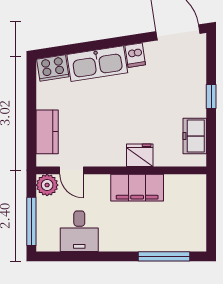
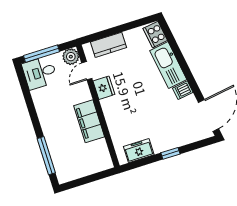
fridge: (140, 155) -> (104, 88), moved
desk: (79, 231) -> (40, 73), moved

